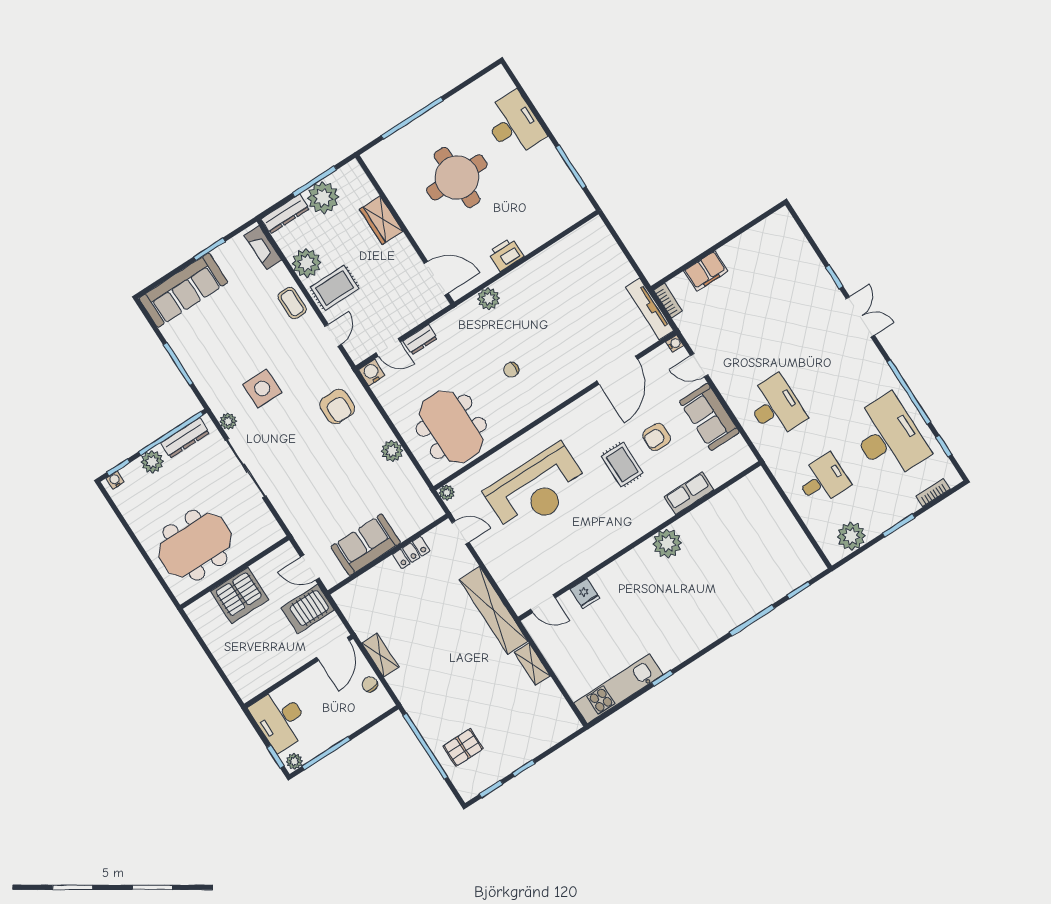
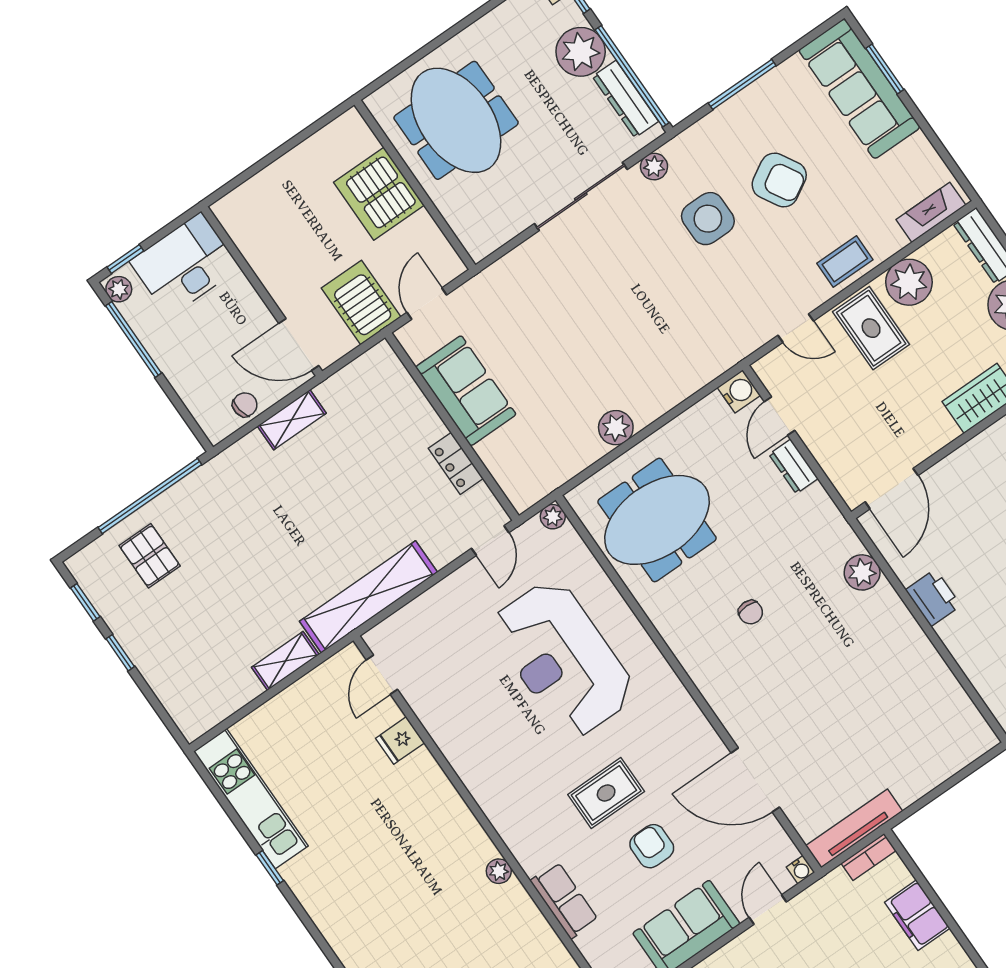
window: (209, 249) -> (885, 69), moved
chair: (511, 370) -> (751, 612), turned 180
armchair: (337, 406) -> (779, 180), moved, turned -120
plant: (152, 462) -> (581, 52), width x1.36, depth x1.36
plant: (667, 543) -> (499, 871), width x0.53, depth x0.53

